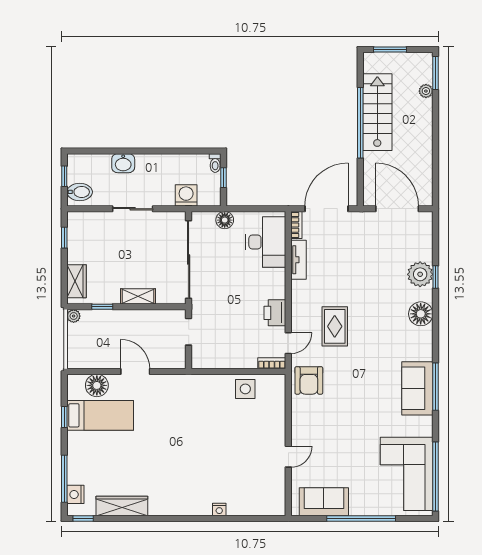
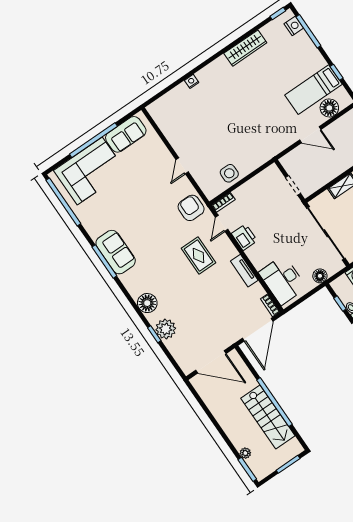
tv unit: (299, 260) -> (244, 271), moved
door: (288, 457) -> (182, 166), moved
corner sofa: (407, 474) -> (90, 171), moved, turned 90
wardrobe: (122, 506) -> (245, 48), moved

